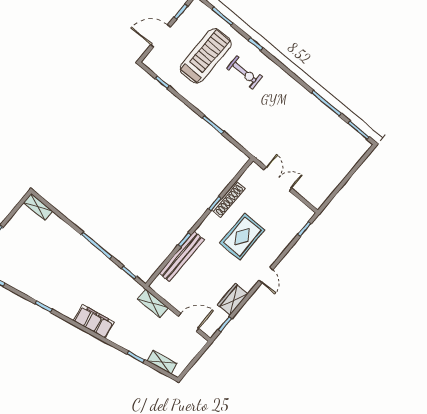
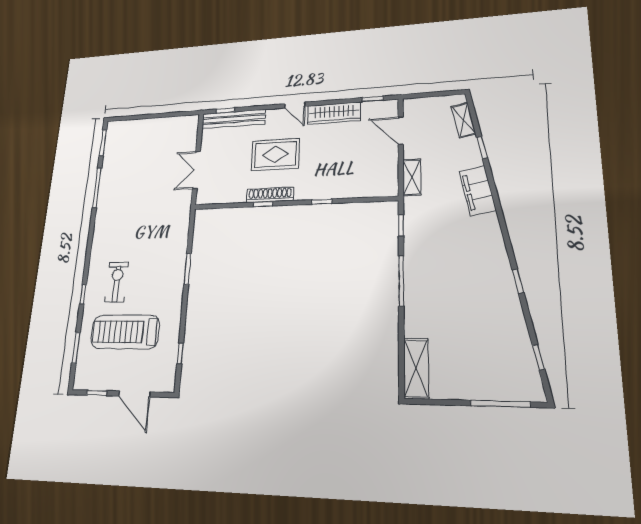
shoe rack: (228, 199) -> (270, 195), moved
shelving: (38, 207) -> (416, 368), width x1.50, depth x1.33
bench: (182, 257) -> (233, 119), moved
door: (266, 275) -> (295, 105), swing flipped
wardrobe: (233, 299) -> (334, 113), width x1.50
filing cabinet: (94, 321) -> (478, 191), moved

